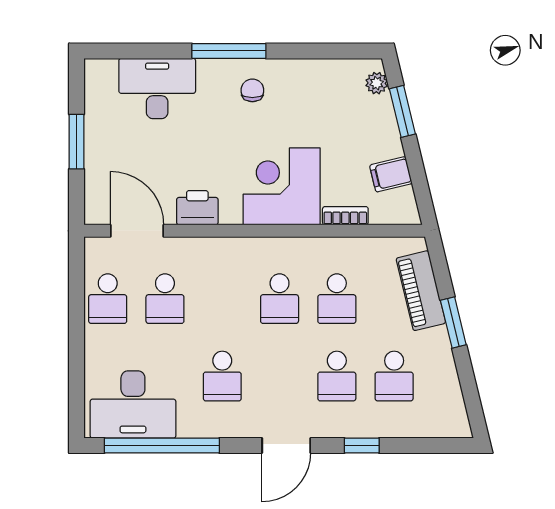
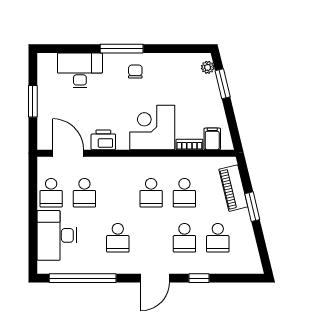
filing cabinet: (391, 174) -> (212, 139), moved, turned 104
desk: (133, 404) -> (57, 235), moved, turned 90

